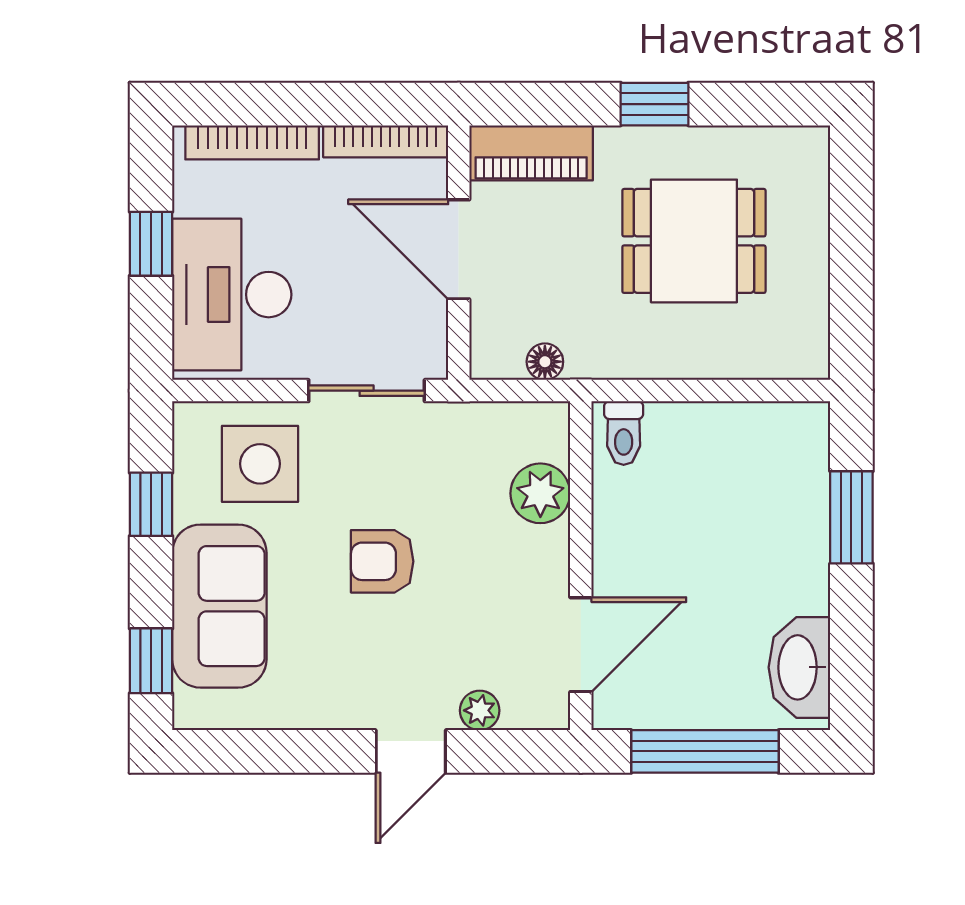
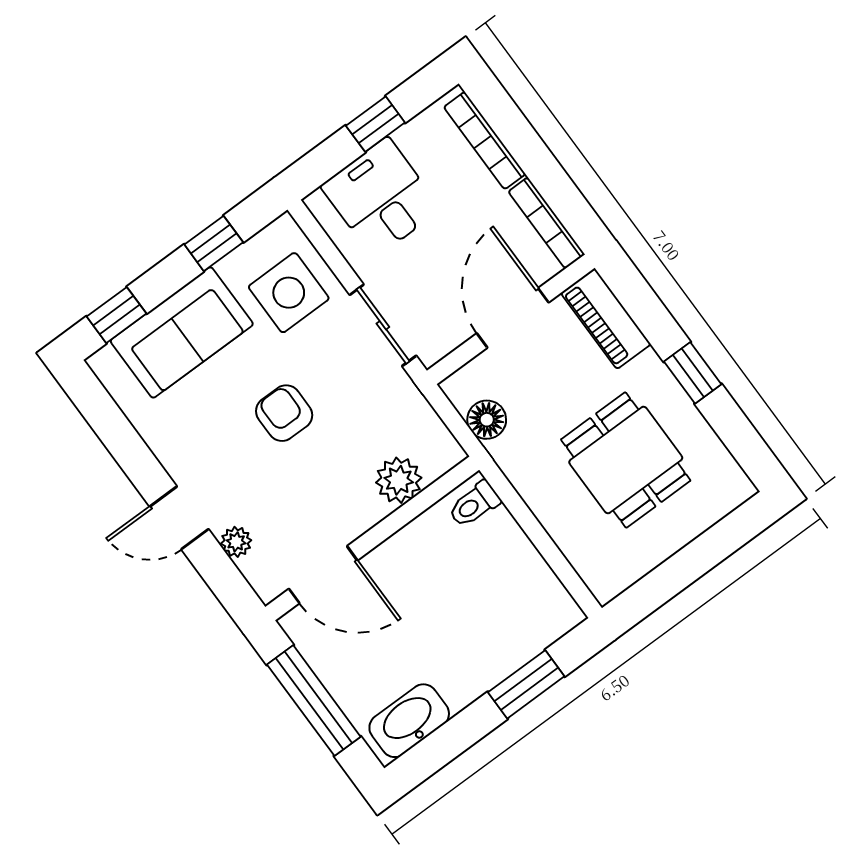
desk: (232, 295) -> (381, 198), width x0.73
floor lamp: (545, 362) -> (487, 420), width x1.37, depth x1.37

